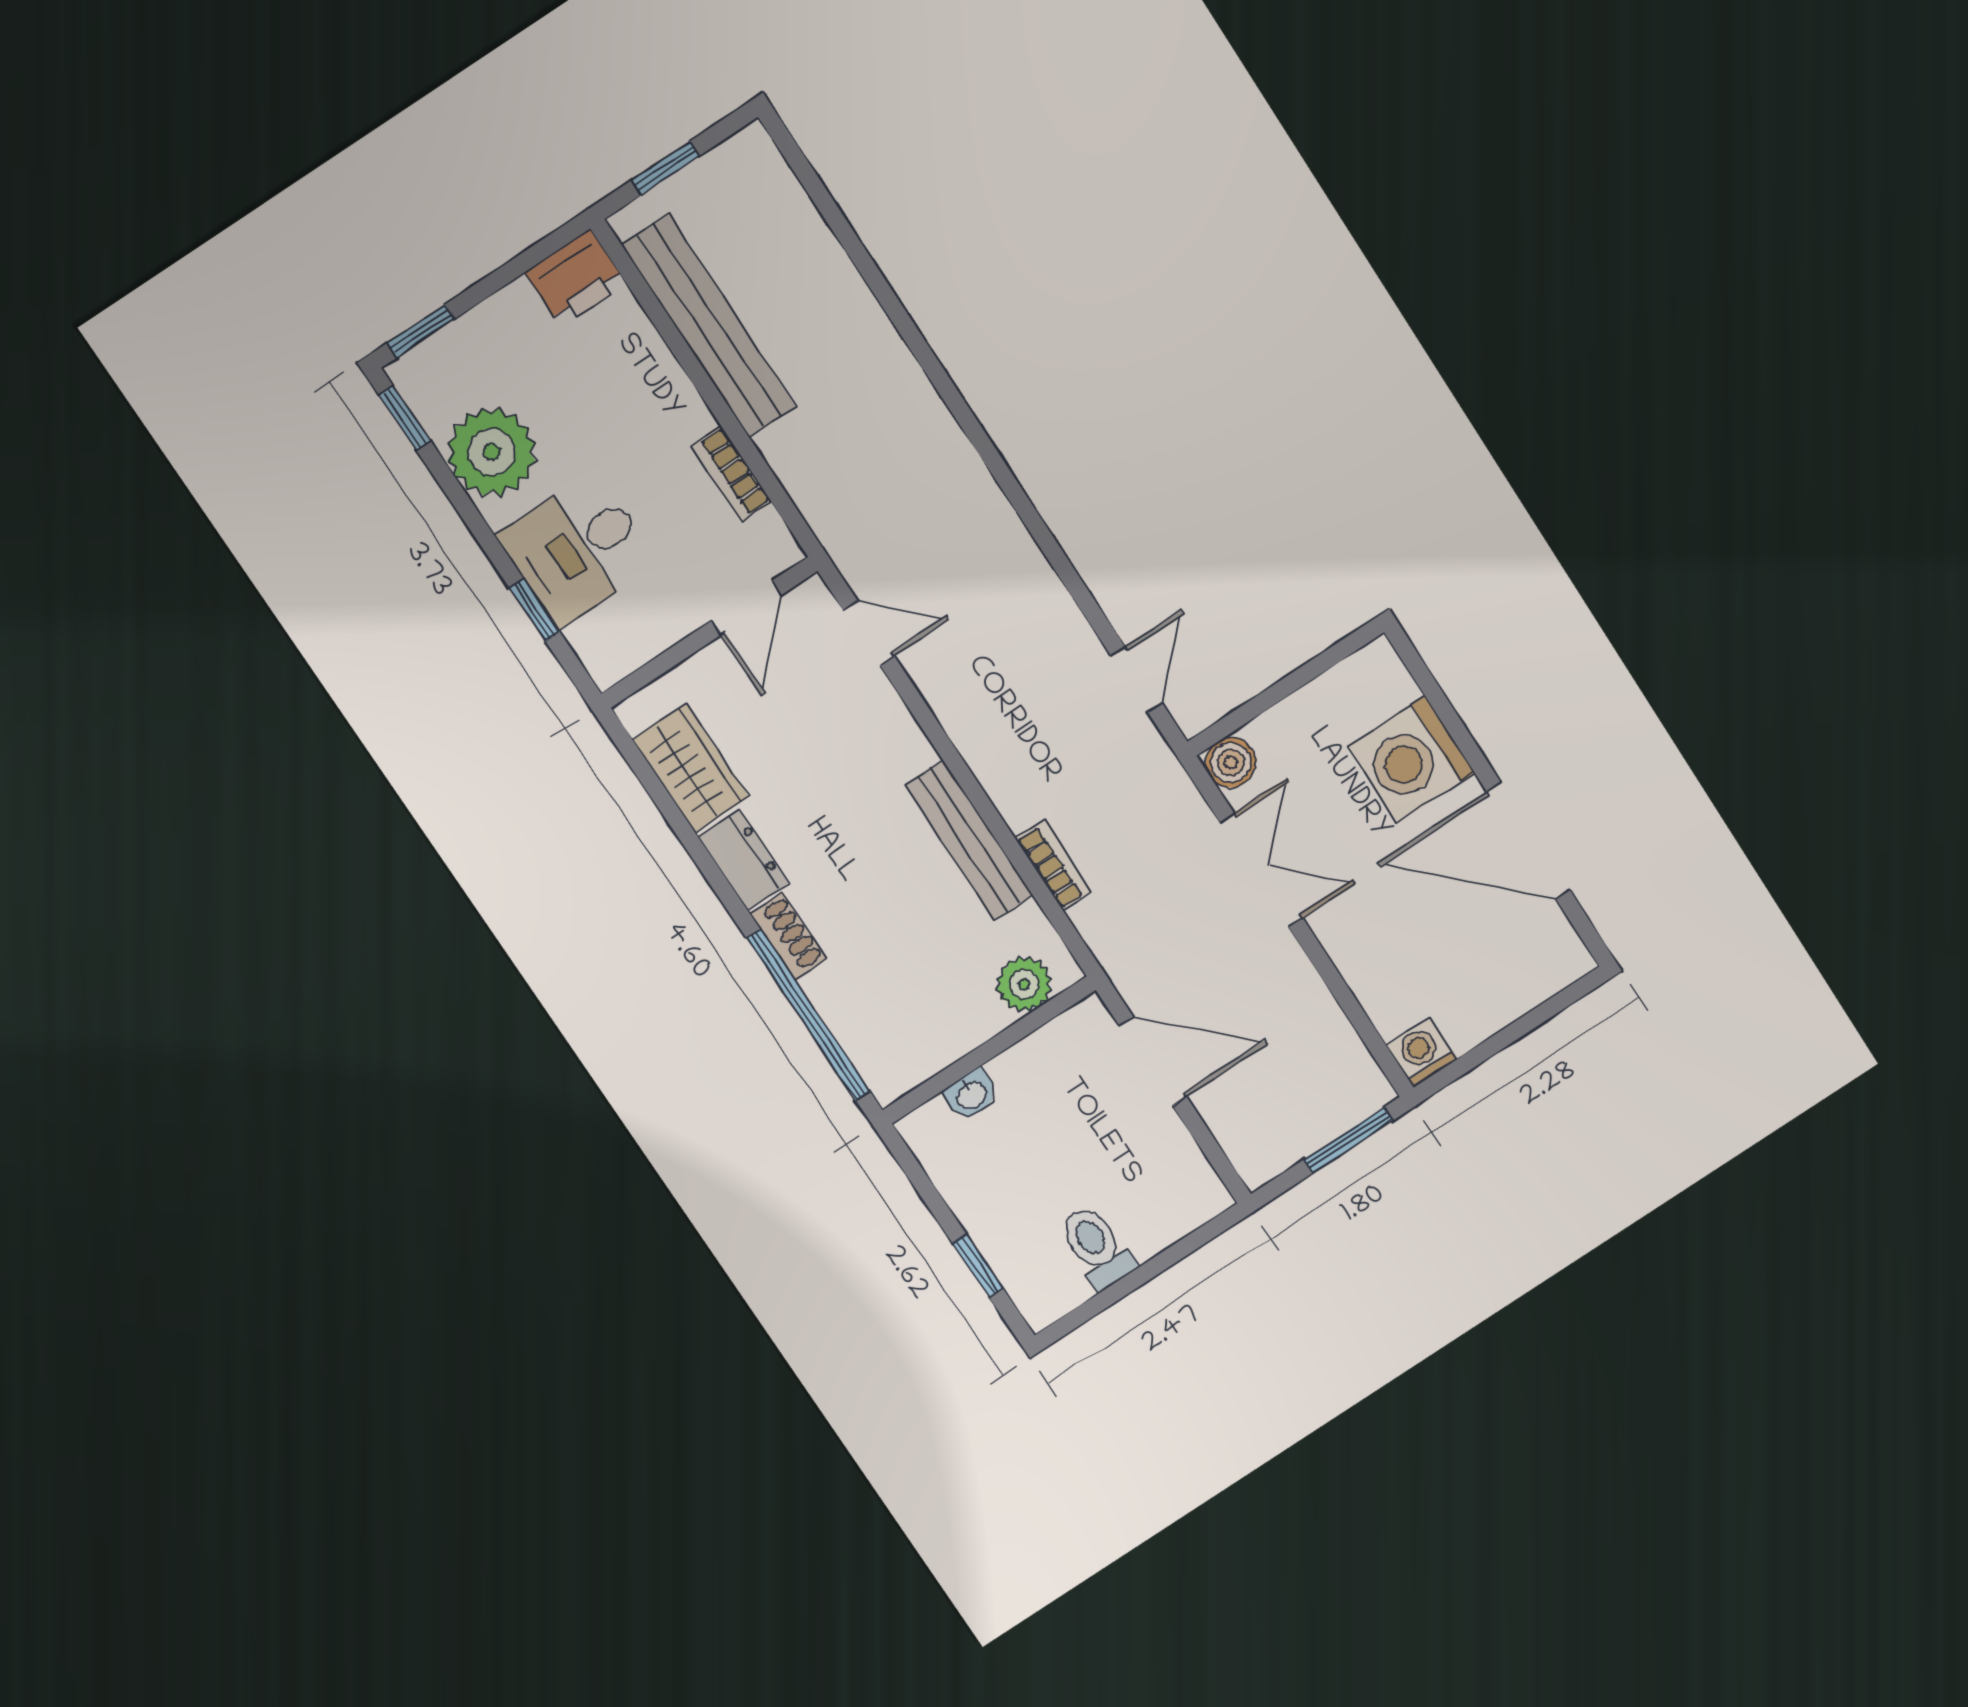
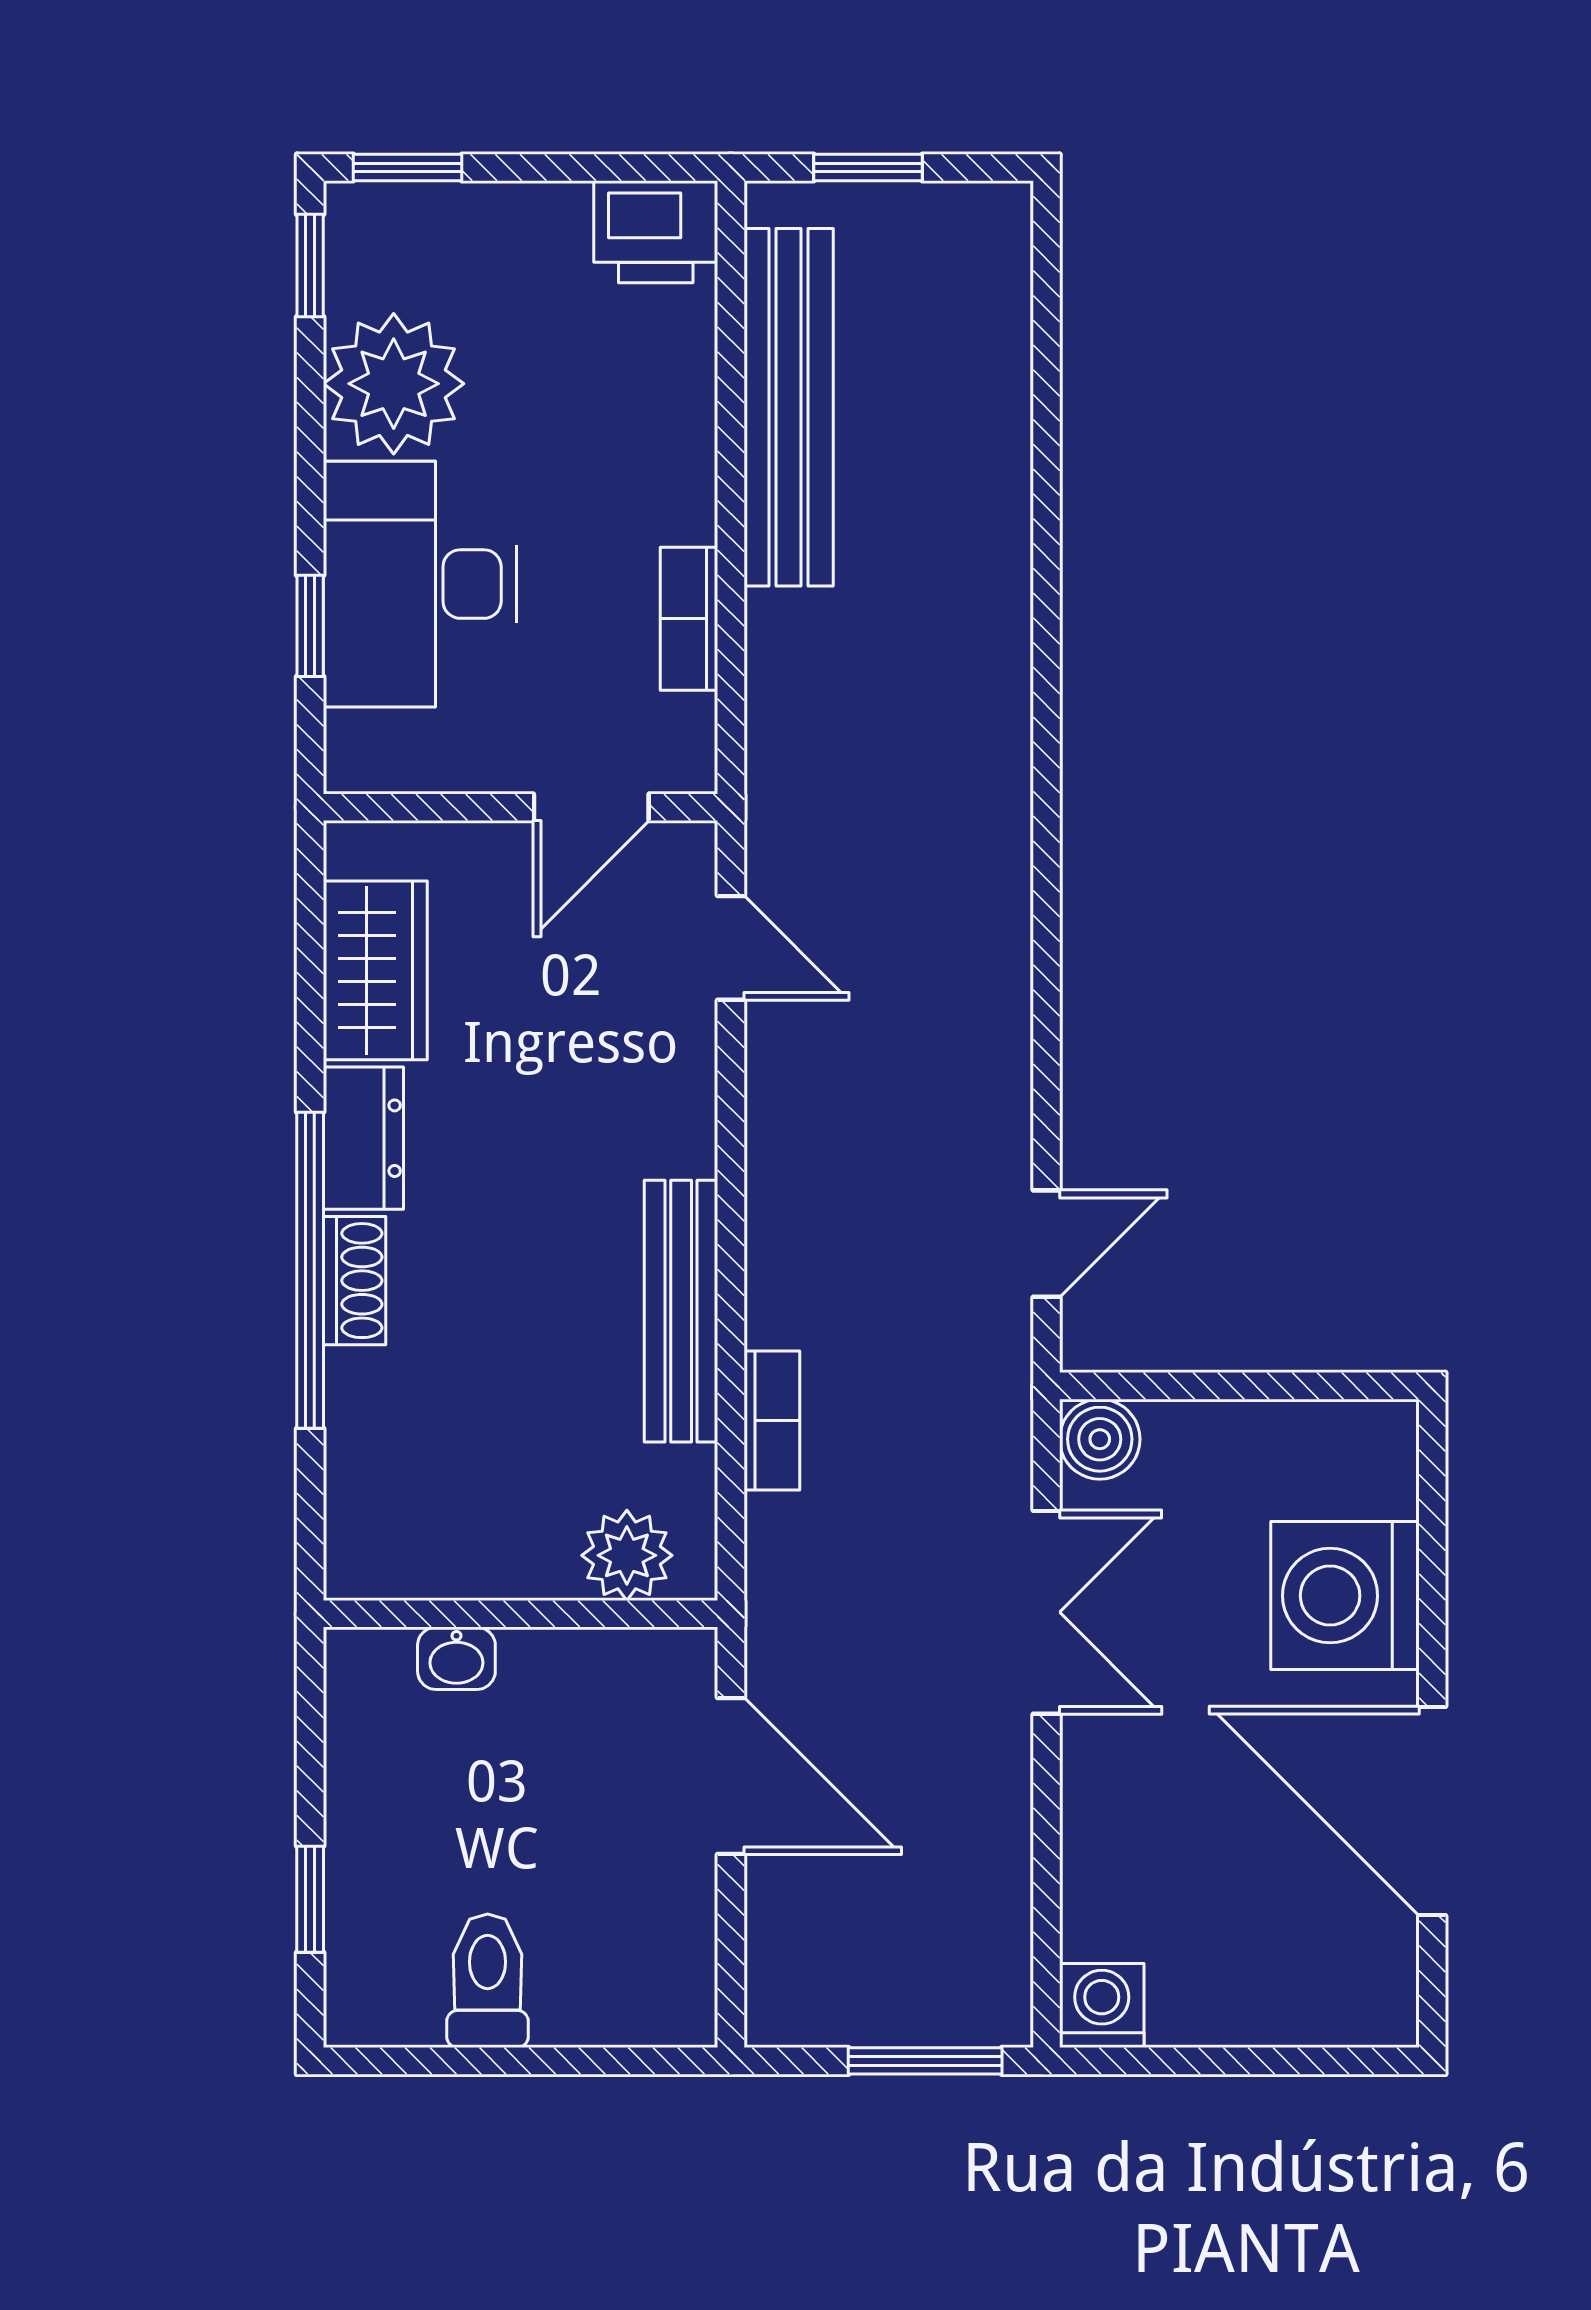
desk: (577, 549) -> (420, 584), width x1.37
window: (808, 1015) -> (310, 1270), moved

